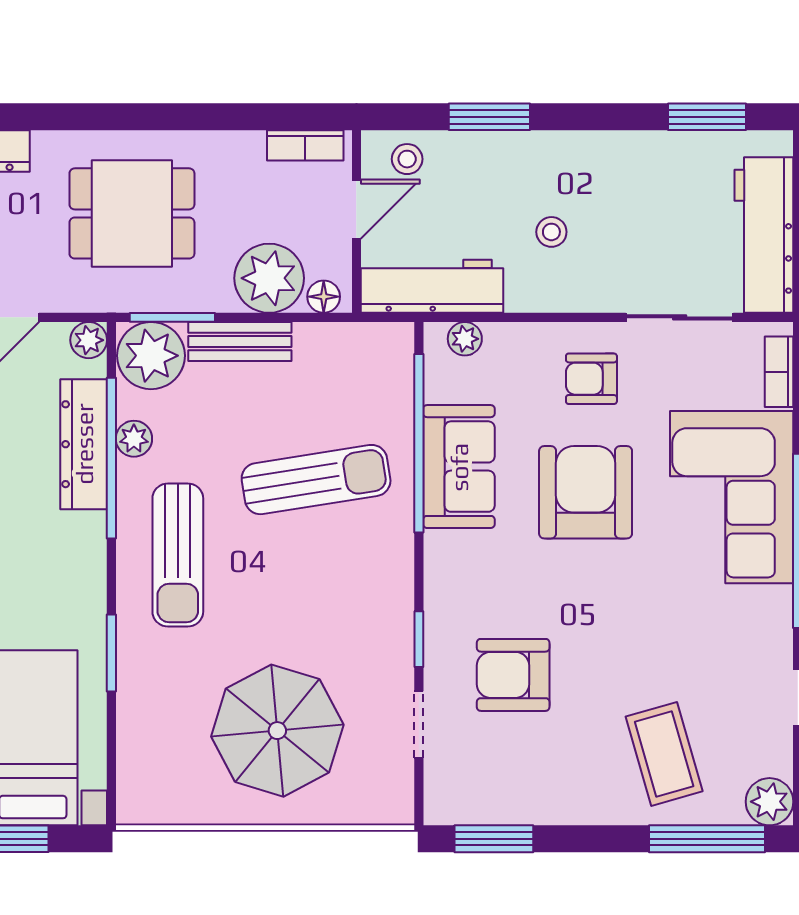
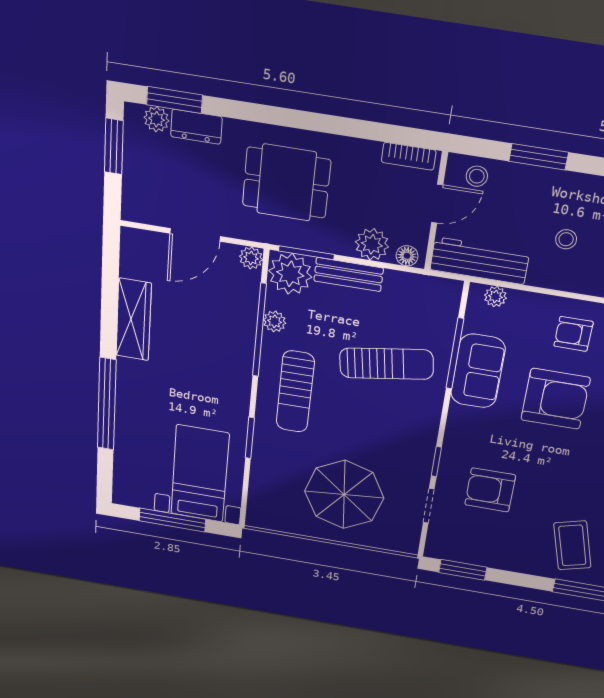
plant: (269, 278) -> (372, 244), width x0.73, depth x0.73
window: (419, 443) -> (455, 354), width x0.68
dresser: (84, 444) -> (243, 319), removed
armchair: (586, 492) -> (555, 399), turned 90

